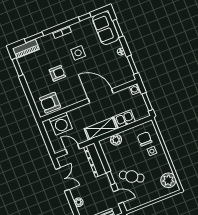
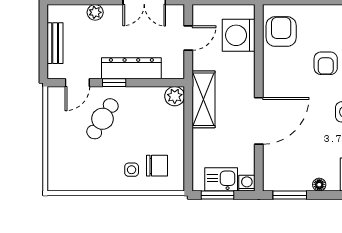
kitchen sink: (125, 119) -> (221, 179), moved, turned -90
plant: (116, 140) -> (175, 96), moved
dresser: (95, 160) -> (131, 68), moved
plant: (168, 180) -> (72, 178), removed

